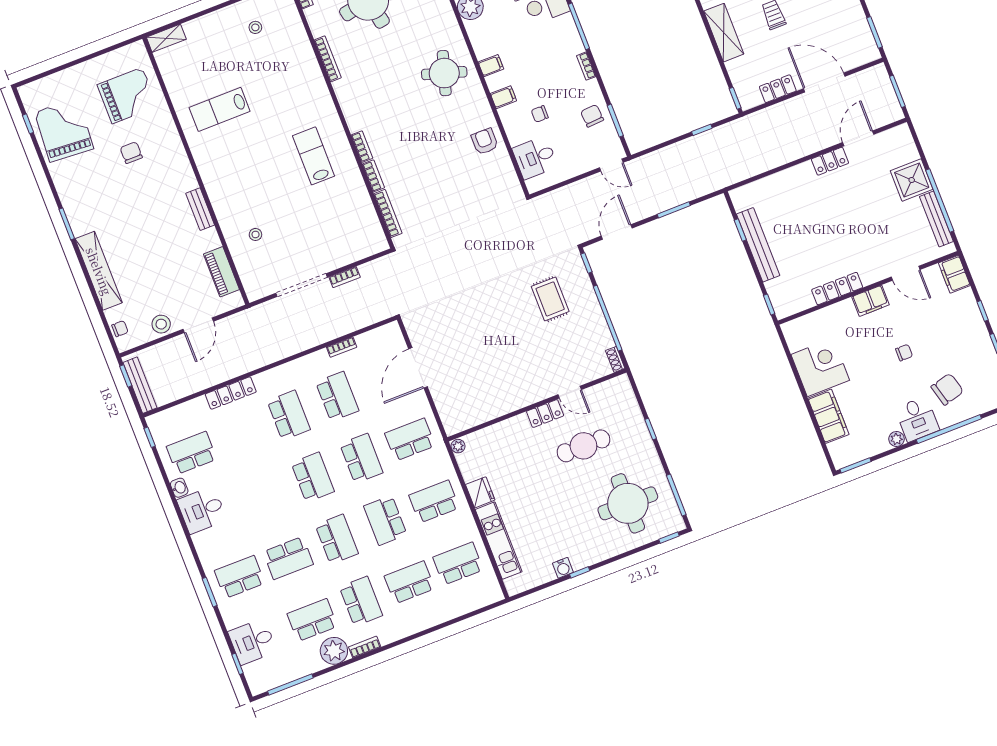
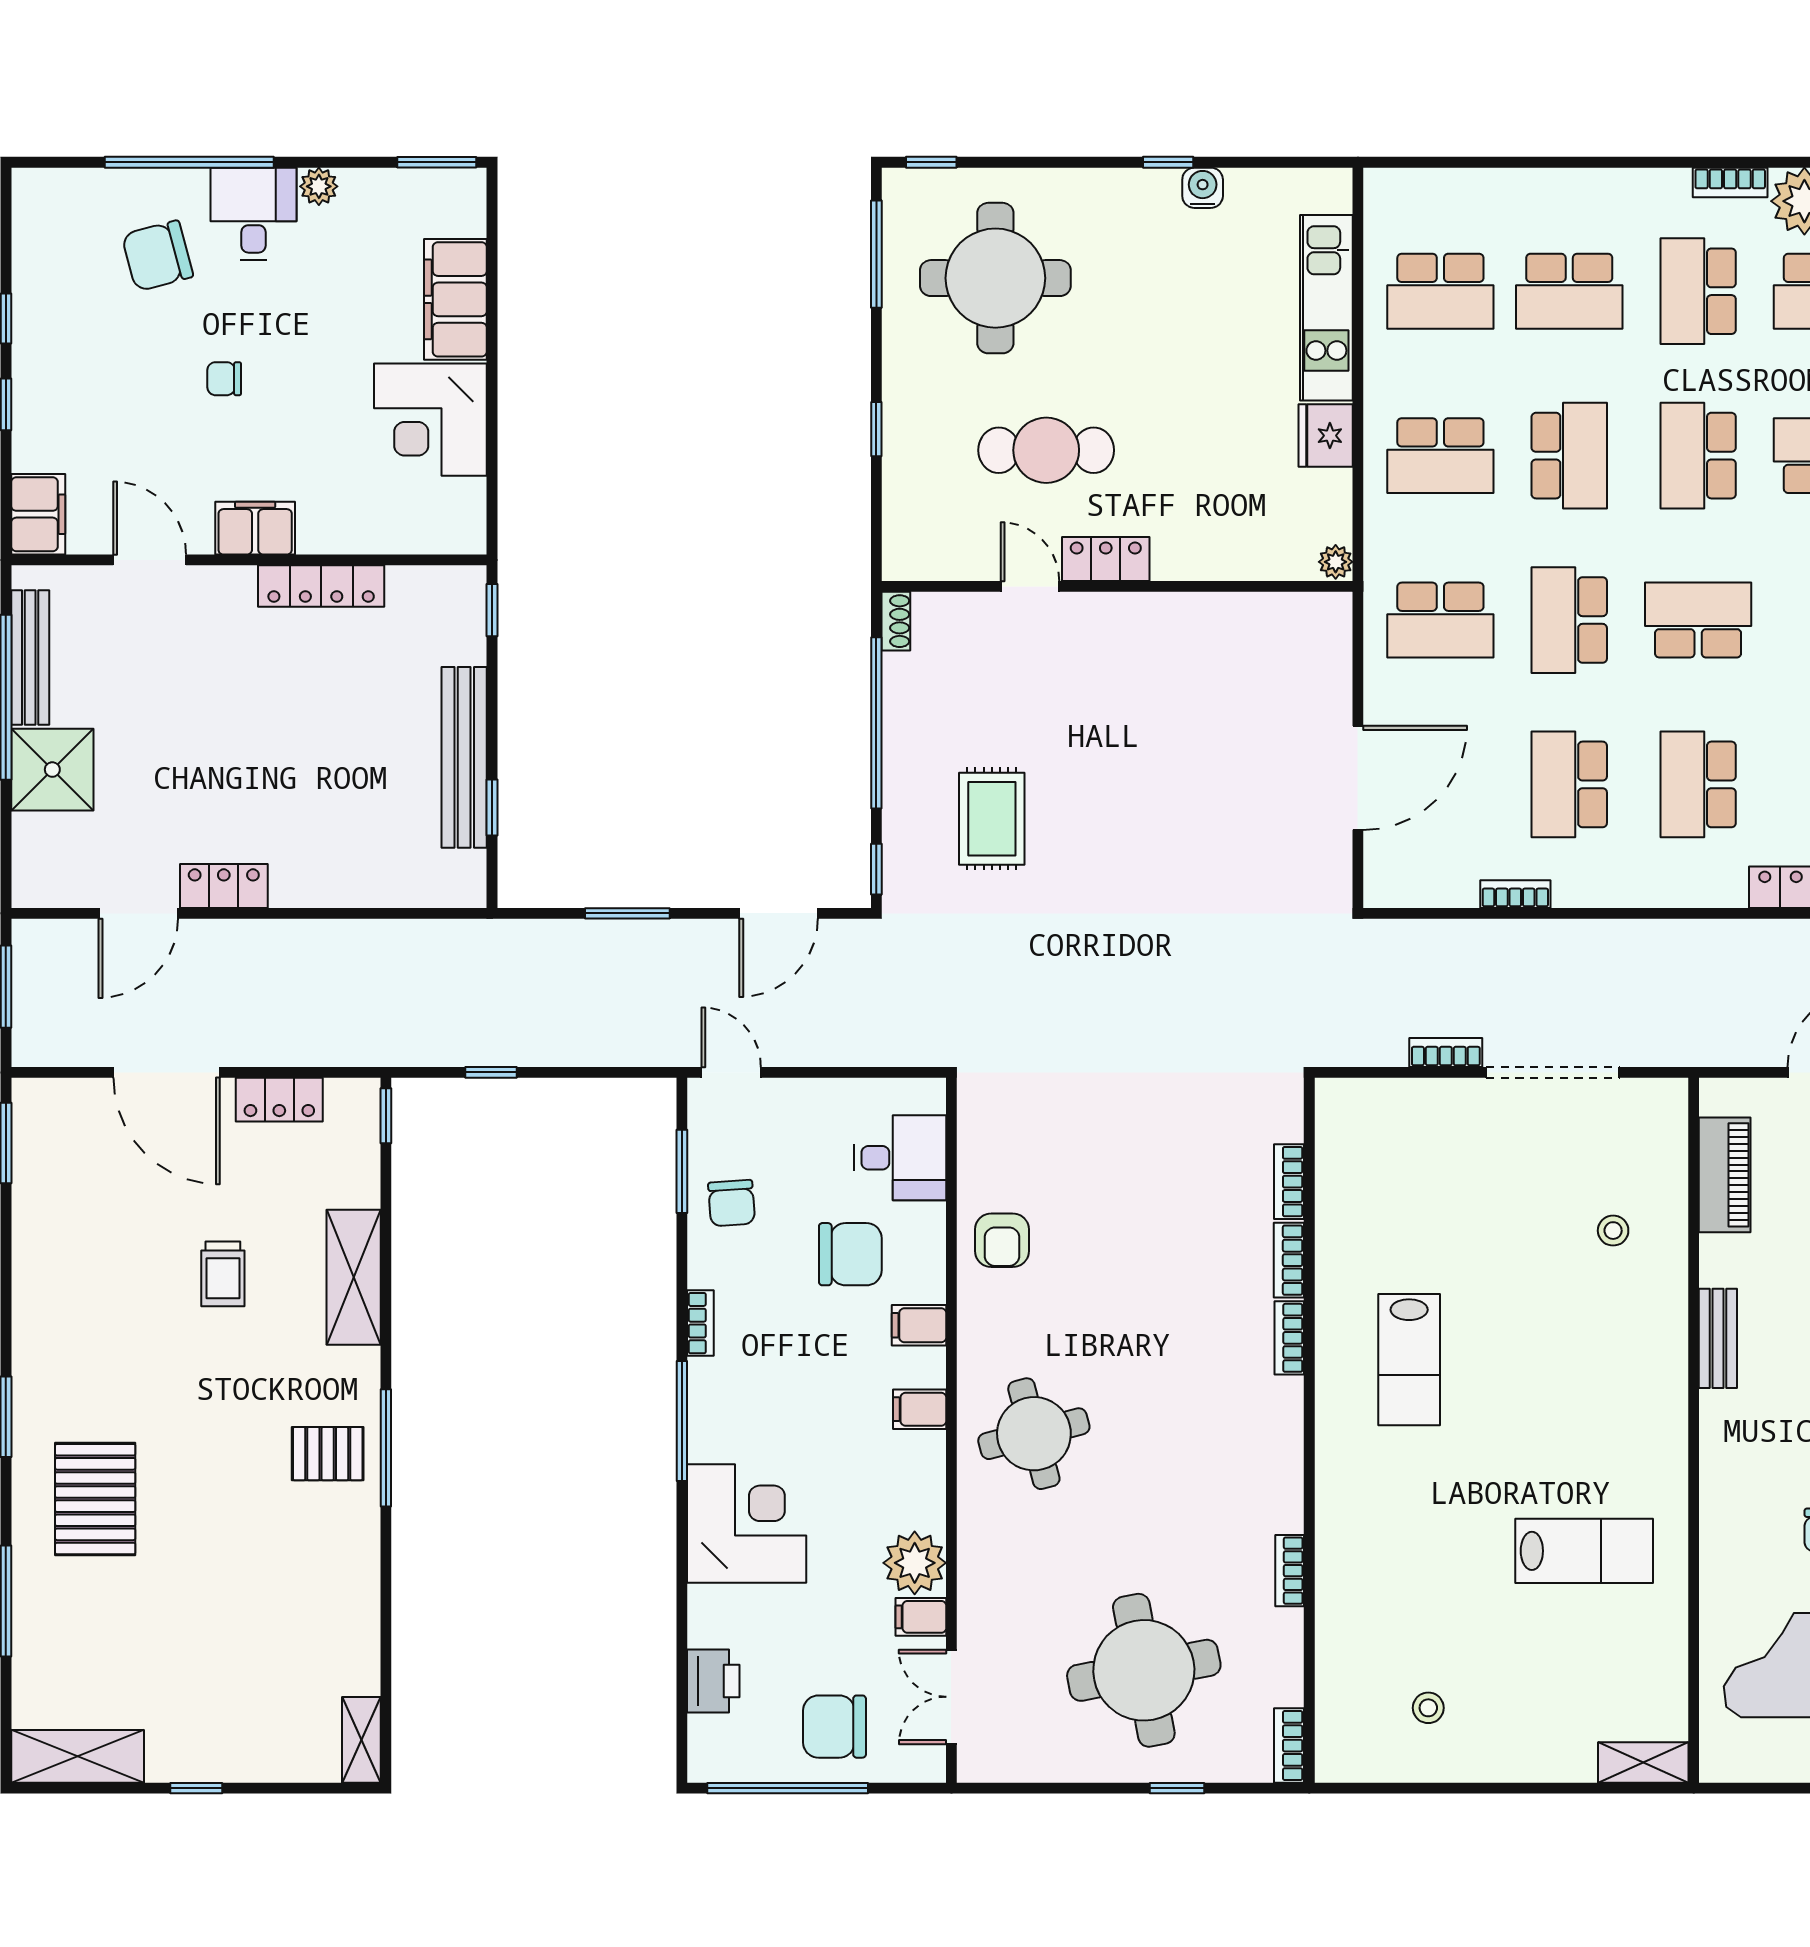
bookcase: (328, 59) -> (1290, 1571), width x0.64
round table: (444, 73) -> (1034, 1434), turned -32
chair: (540, 114) -> (850, 1254), width x1.87, depth x1.87
bookcase: (388, 213) -> (1289, 1182), width x0.64
school desk: (313, 477) -> (1698, 620), turned 90

